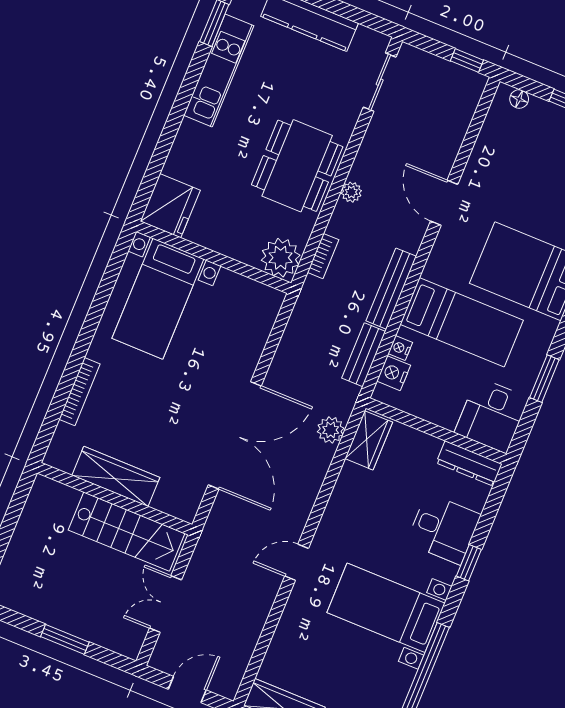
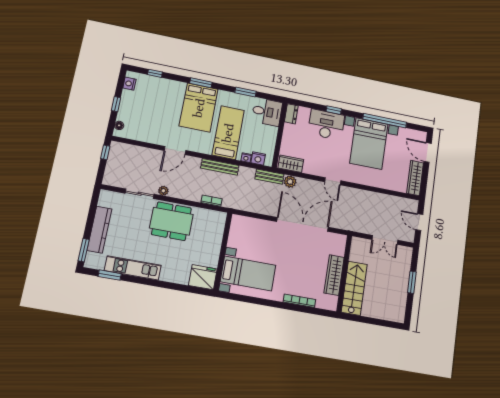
sliding door: (380, 82) -> (140, 194), moved
plant: (351, 192) -> (163, 191), moved
plant: (281, 258) -> (216, 220), removed
bench: (364, 355) -> (269, 177), moved
dresser: (469, 463) -> (291, 114), width x0.70
desk: (444, 529) -> (326, 125), width x1.37
stairs: (127, 532) -> (354, 288), moved
door: (297, 562) -> (333, 181), moved
bed with nightstands: (386, 608) -> (369, 144), width x1.36

